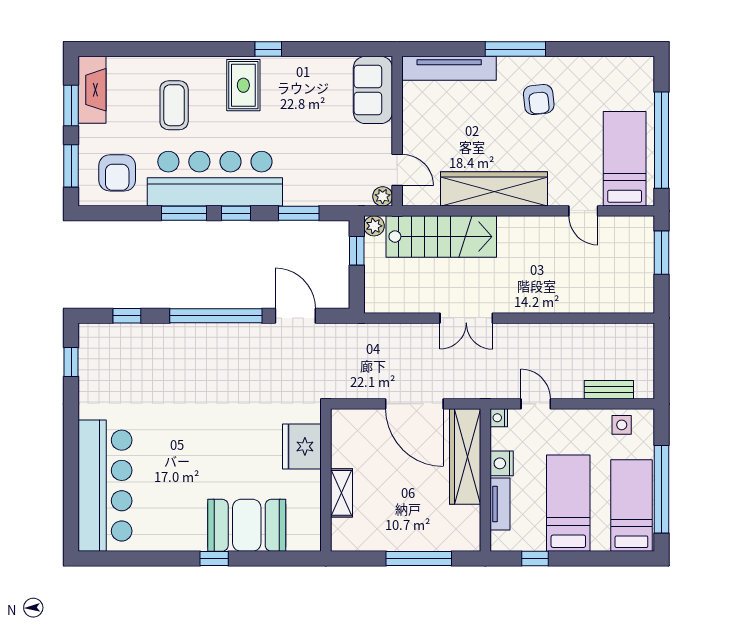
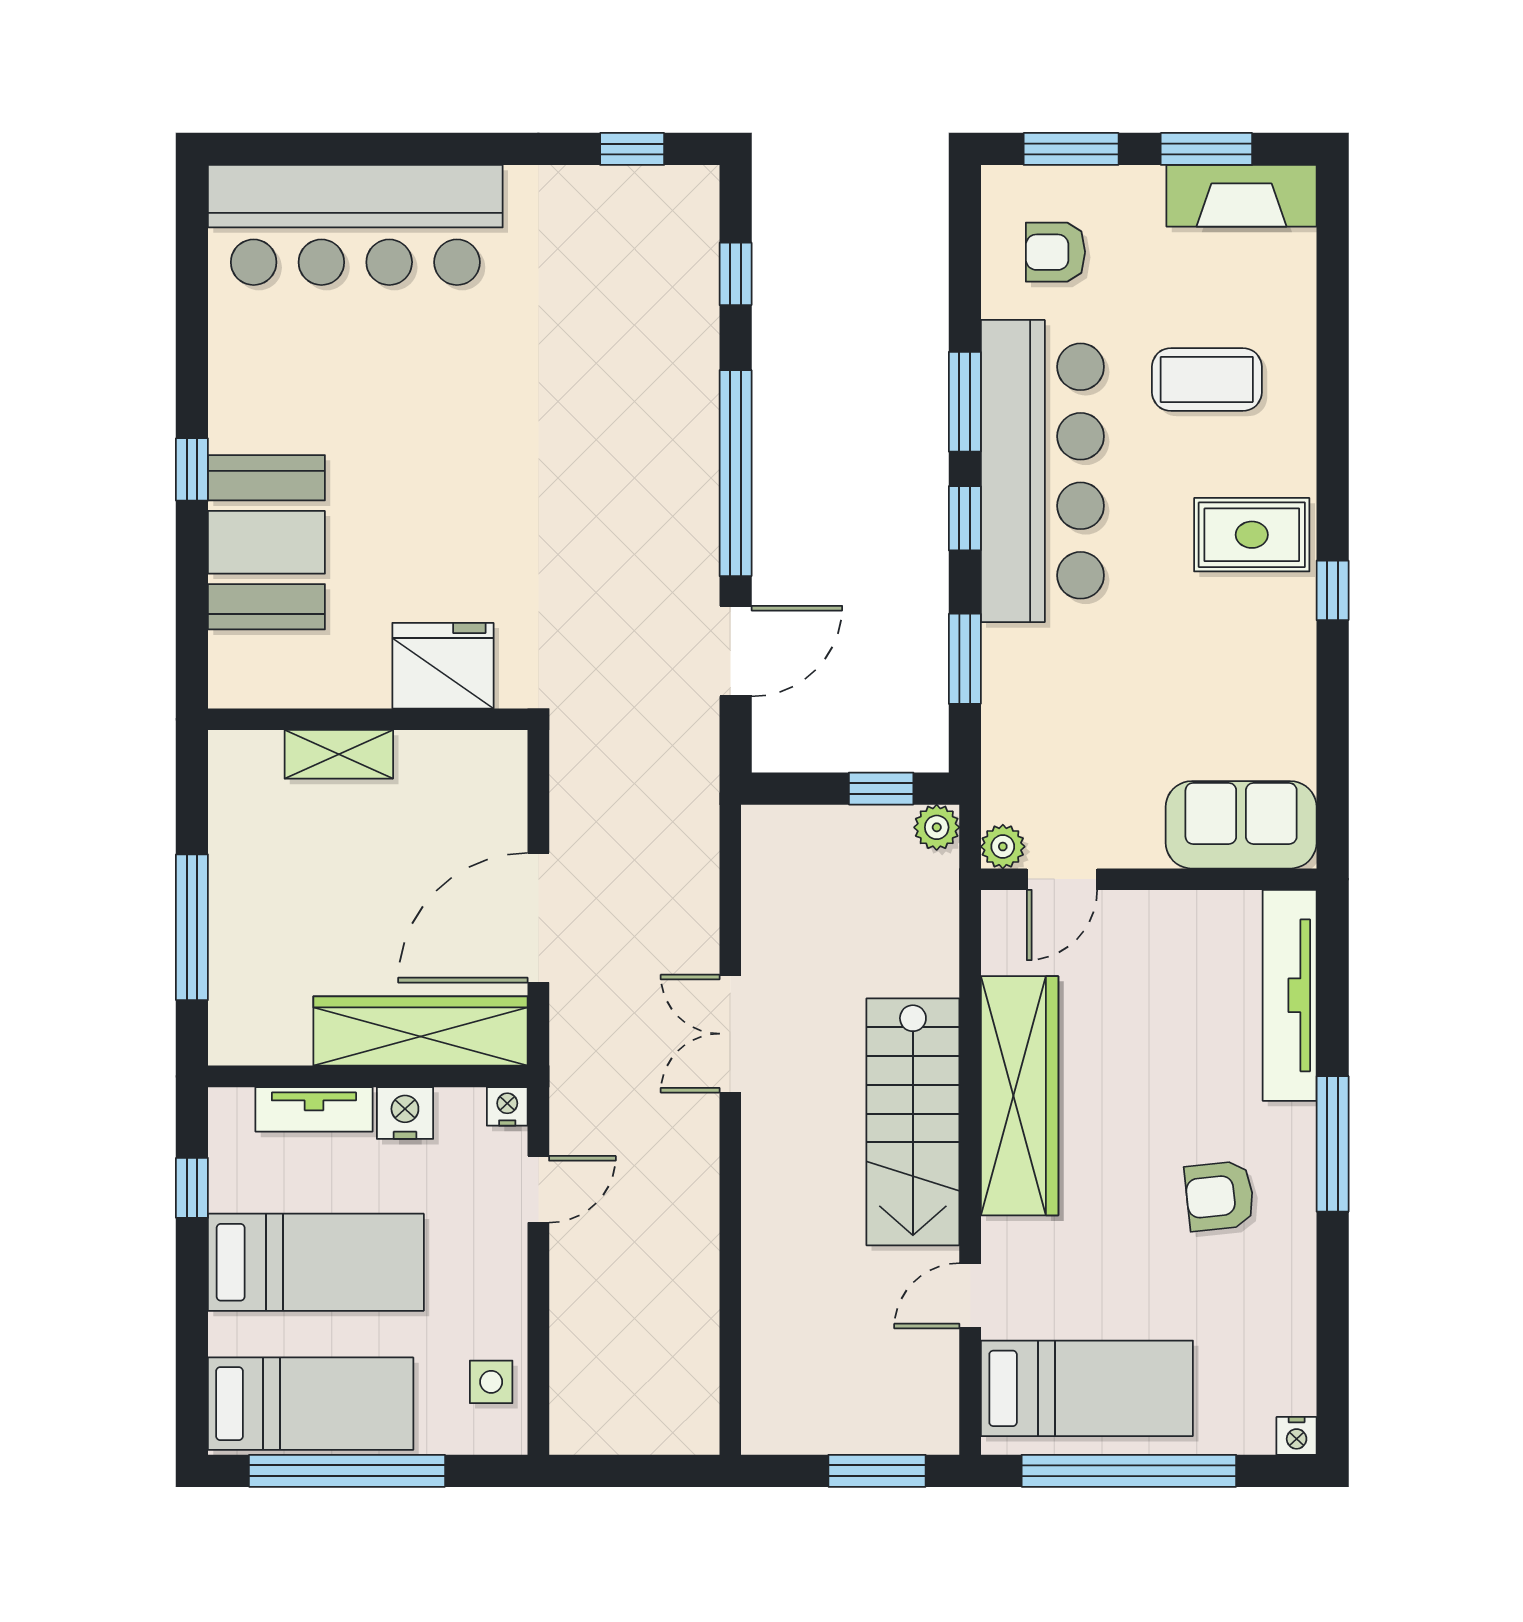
nightstand: (646, 65) -> (1297, 1436), added
armchair: (117, 173) -> (1055, 252), width x0.72, depth x0.72
stairs: (441, 237) -> (913, 1122), moved
bench: (609, 390) -> (570, 1353), removed

